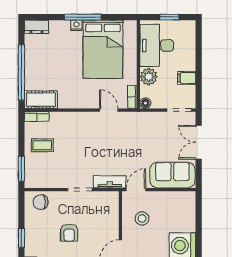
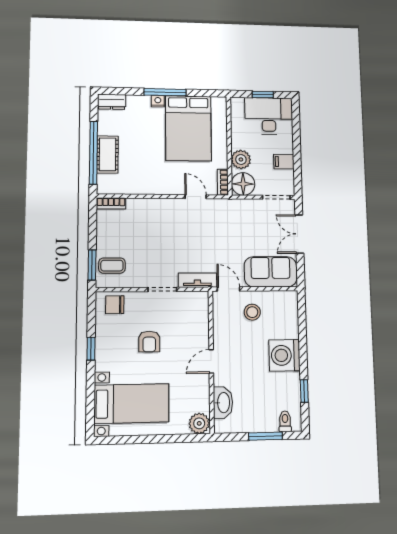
desk: (157, 45) -> (269, 116), moved, turned 90
cot: (41, 100) -> (108, 154), moved, turned 90
floor lamp: (145, 103) -> (243, 184), width x1.89, depth x1.89
coffee table: (42, 145) -> (112, 266), moved
door: (136, 190) -> (228, 289), hinge flipped
stool: (142, 218) -> (252, 312), moved

